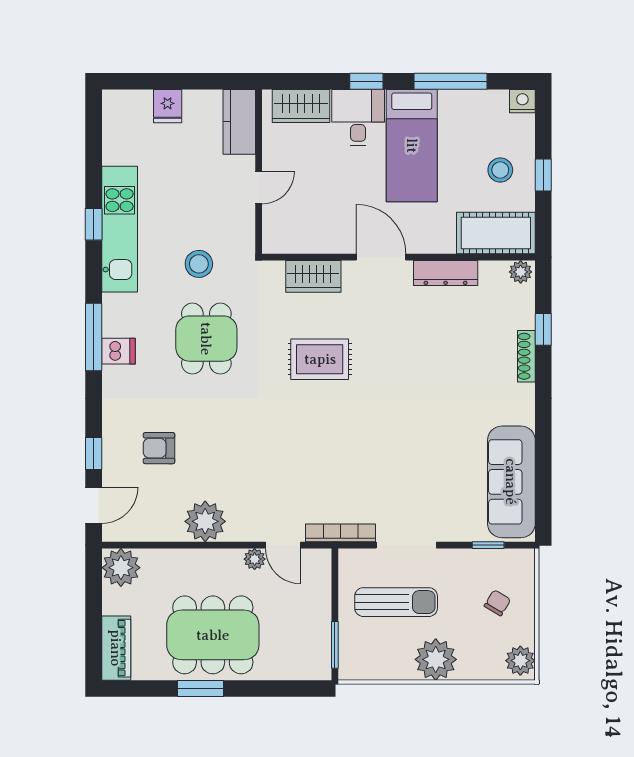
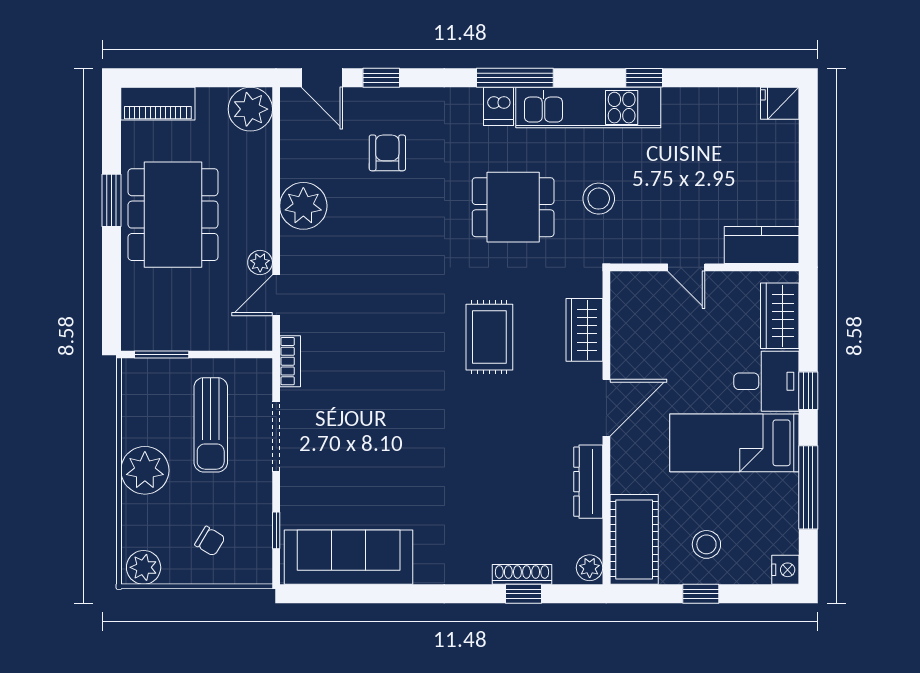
fridge: (168, 106) -> (780, 103), moved
kitchen unit: (120, 229) -> (588, 108), moved
shoe rack: (526, 356) -> (522, 574), moved
bookcase: (341, 533) -> (290, 361), width x0.64

